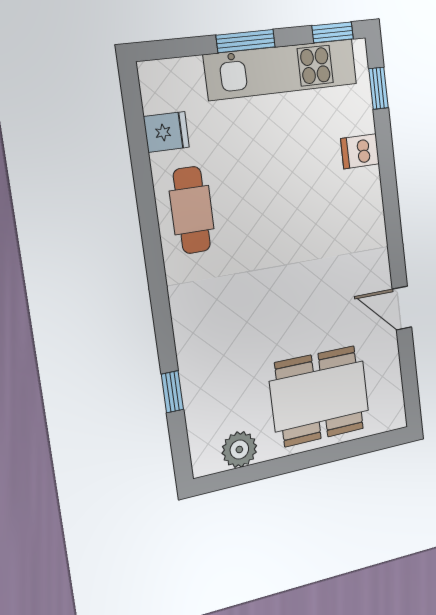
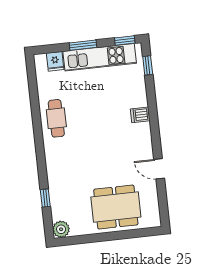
fridge: (166, 132) -> (55, 61), moved, turned 90
dishwasher: (360, 151) -> (140, 115), moved
plant: (239, 450) -> (61, 229), moved

